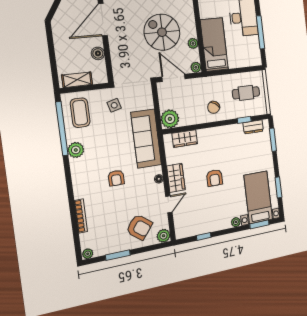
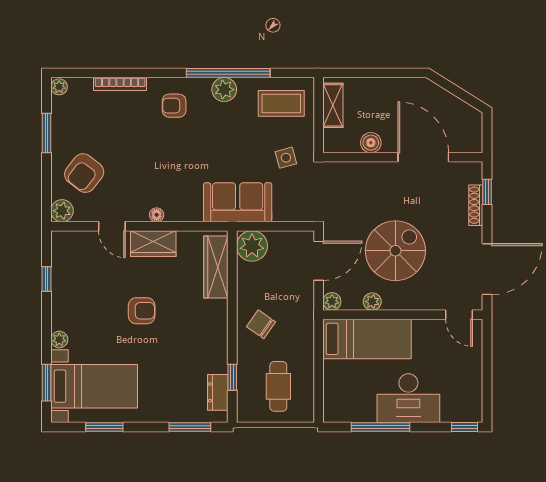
window: (62, 129) -> (228, 73), moved
sofa: (146, 139) -> (238, 202), width x0.73
wardrobe: (185, 139) -> (216, 267), width x1.50
armchair: (116, 178) -> (174, 106), moved
armchair: (215, 178) -> (142, 311), turned 180

